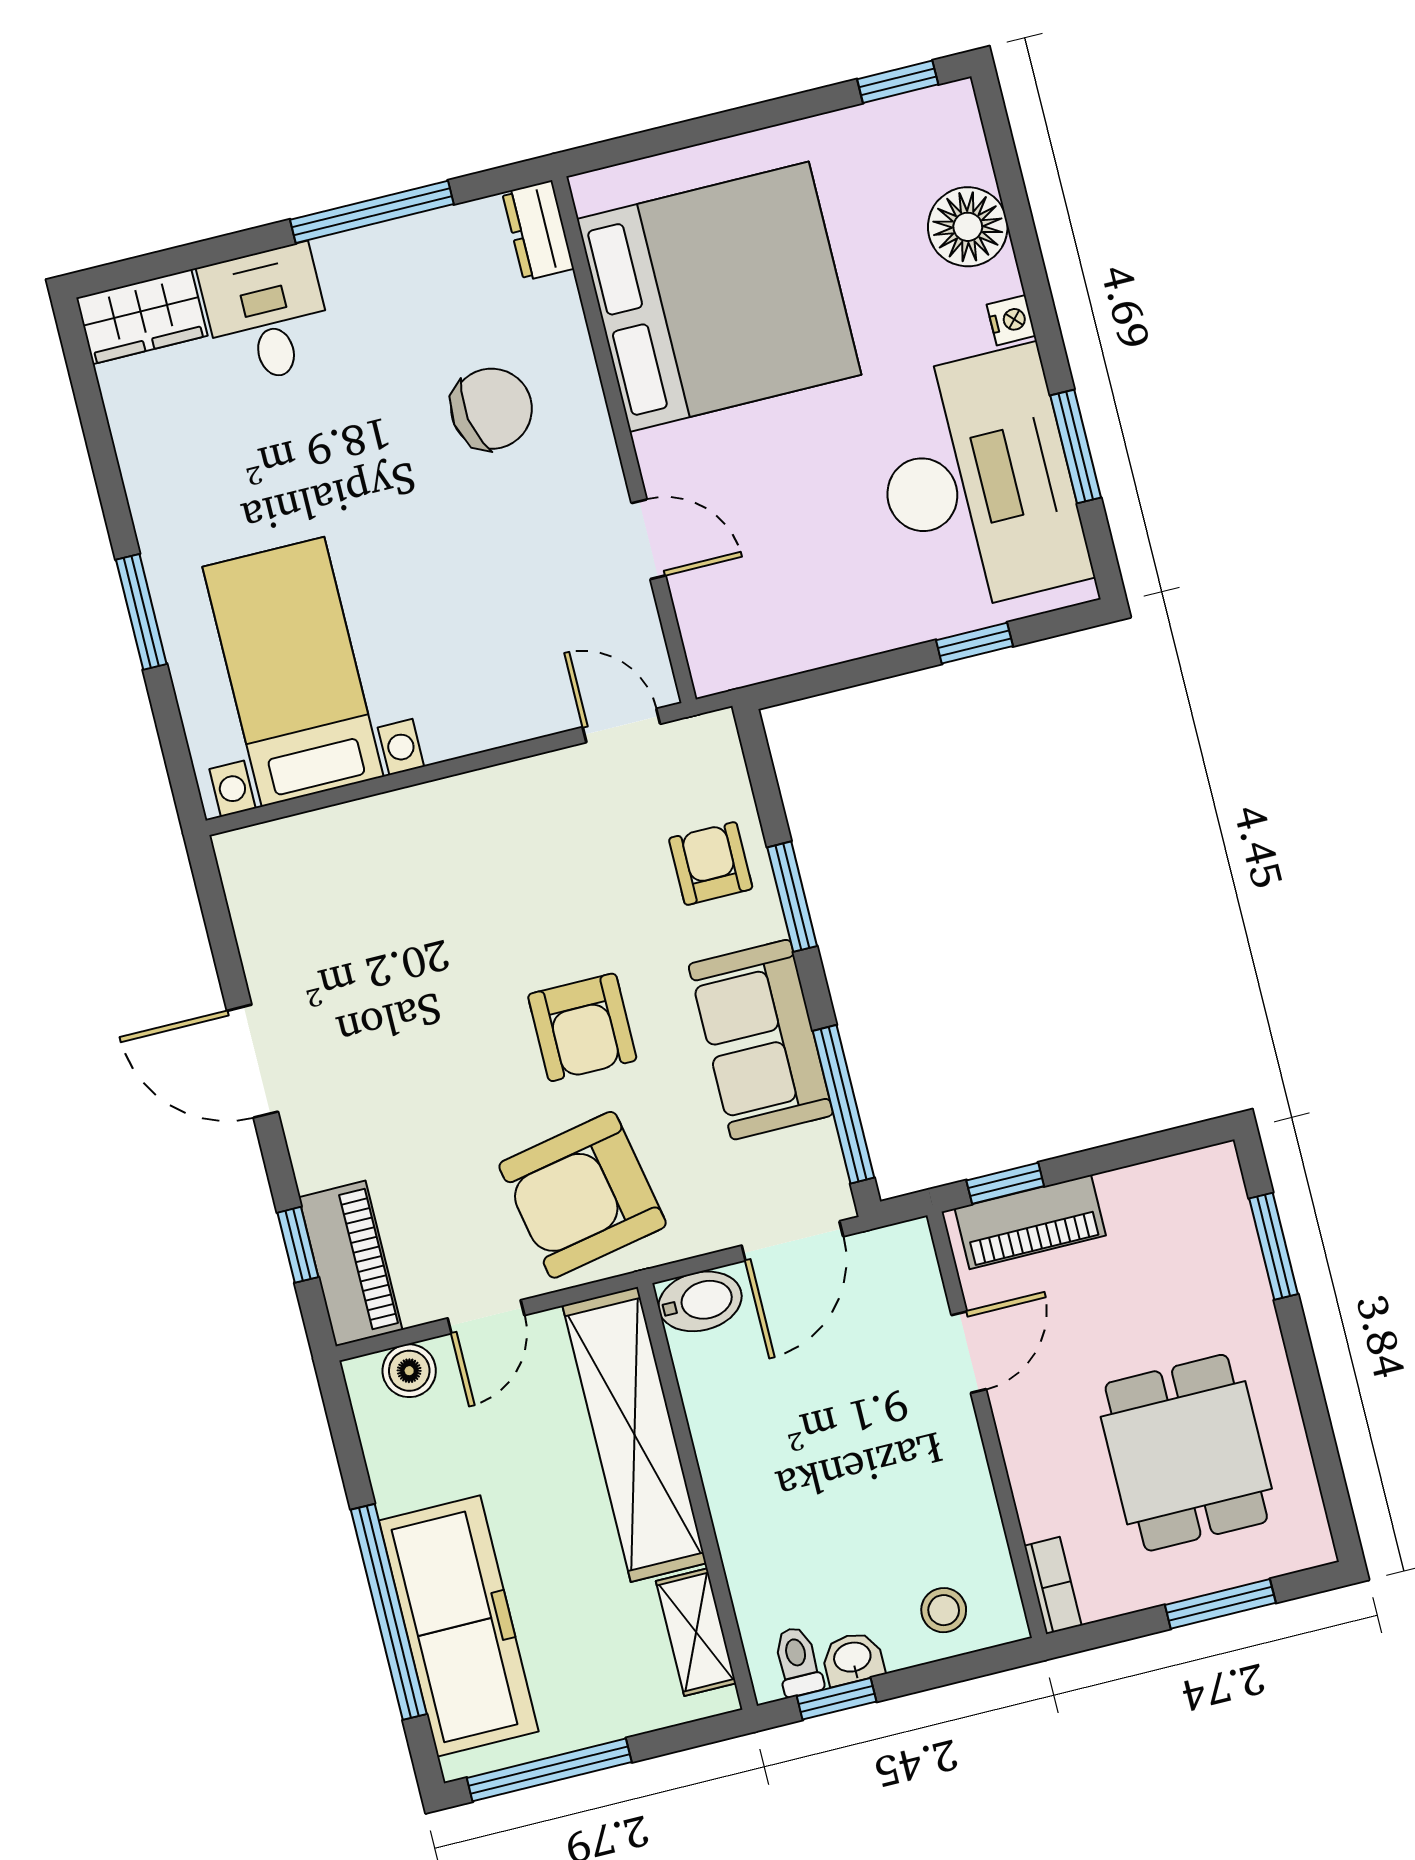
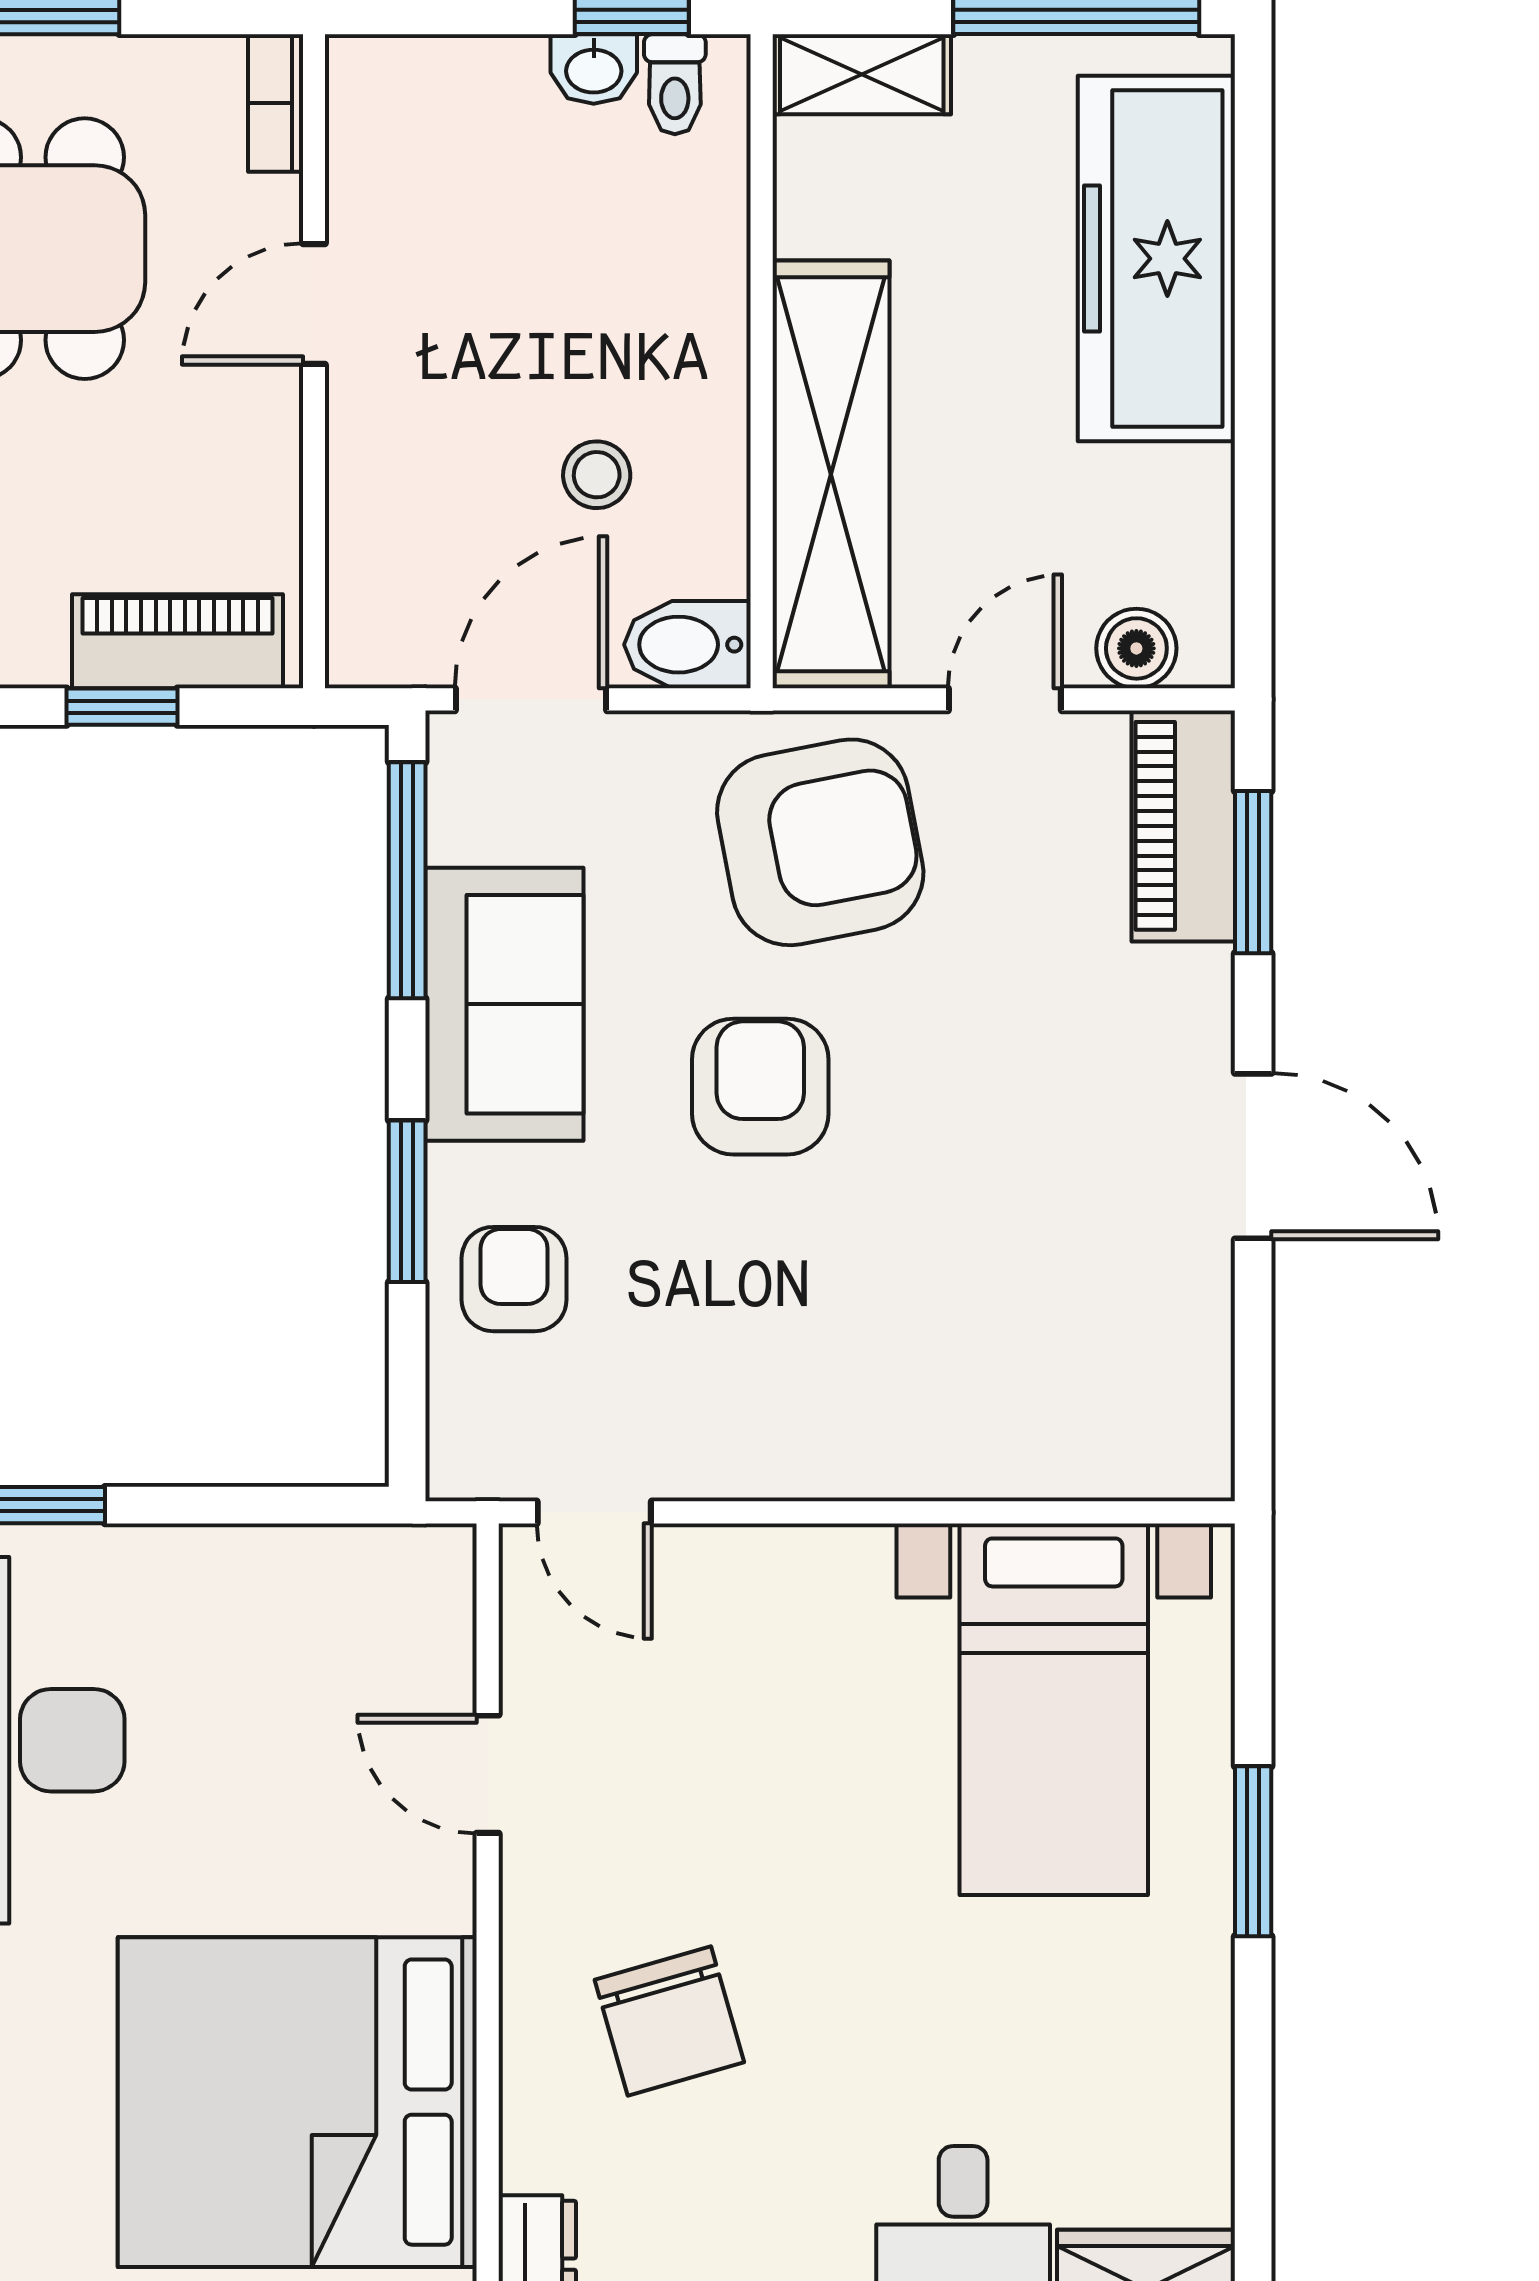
chair: (491, 409) -> (669, 2021), turned -97
armchair: (711, 863) -> (514, 1279), turned 180
window: (1005, 1183) -> (122, 707), moved
window: (298, 1245) -> (1253, 872), width x1.50
door: (969, 1352) -> (314, 304), moved
stool: (944, 1610) -> (597, 475), moved
window: (389, 1612) -> (1253, 304), removed
shelving: (696, 1632) -> (862, 74), moved, turned 90

